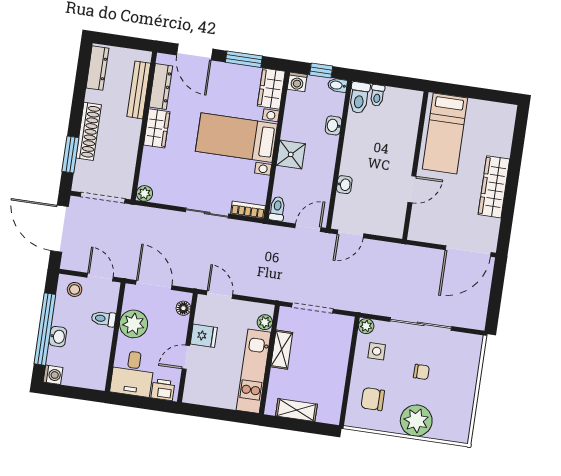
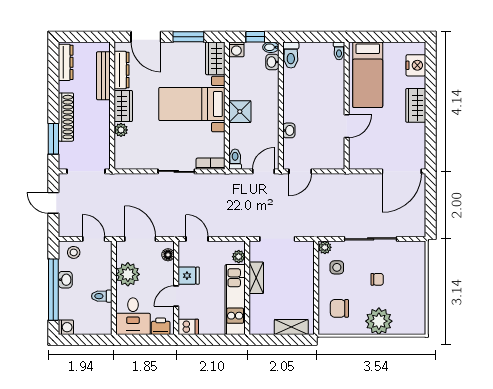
toilet: (377, 95) -> (339, 51), moved
washbasin: (333, 125) -> (272, 62), moved
nightstand: (502, 131) -> (416, 65), added
wardrobe: (494, 187) -> (416, 105), width x0.67
plant: (144, 193) -> (121, 130), moved
door: (60, 229) -> (53, 203), width x0.53
toilet: (103, 319) -> (102, 296), moved
washbasin: (58, 337) -> (65, 280), moved
dishwasher: (195, 395) -> (188, 327), added
shelving: (296, 410) -> (291, 327), moved

